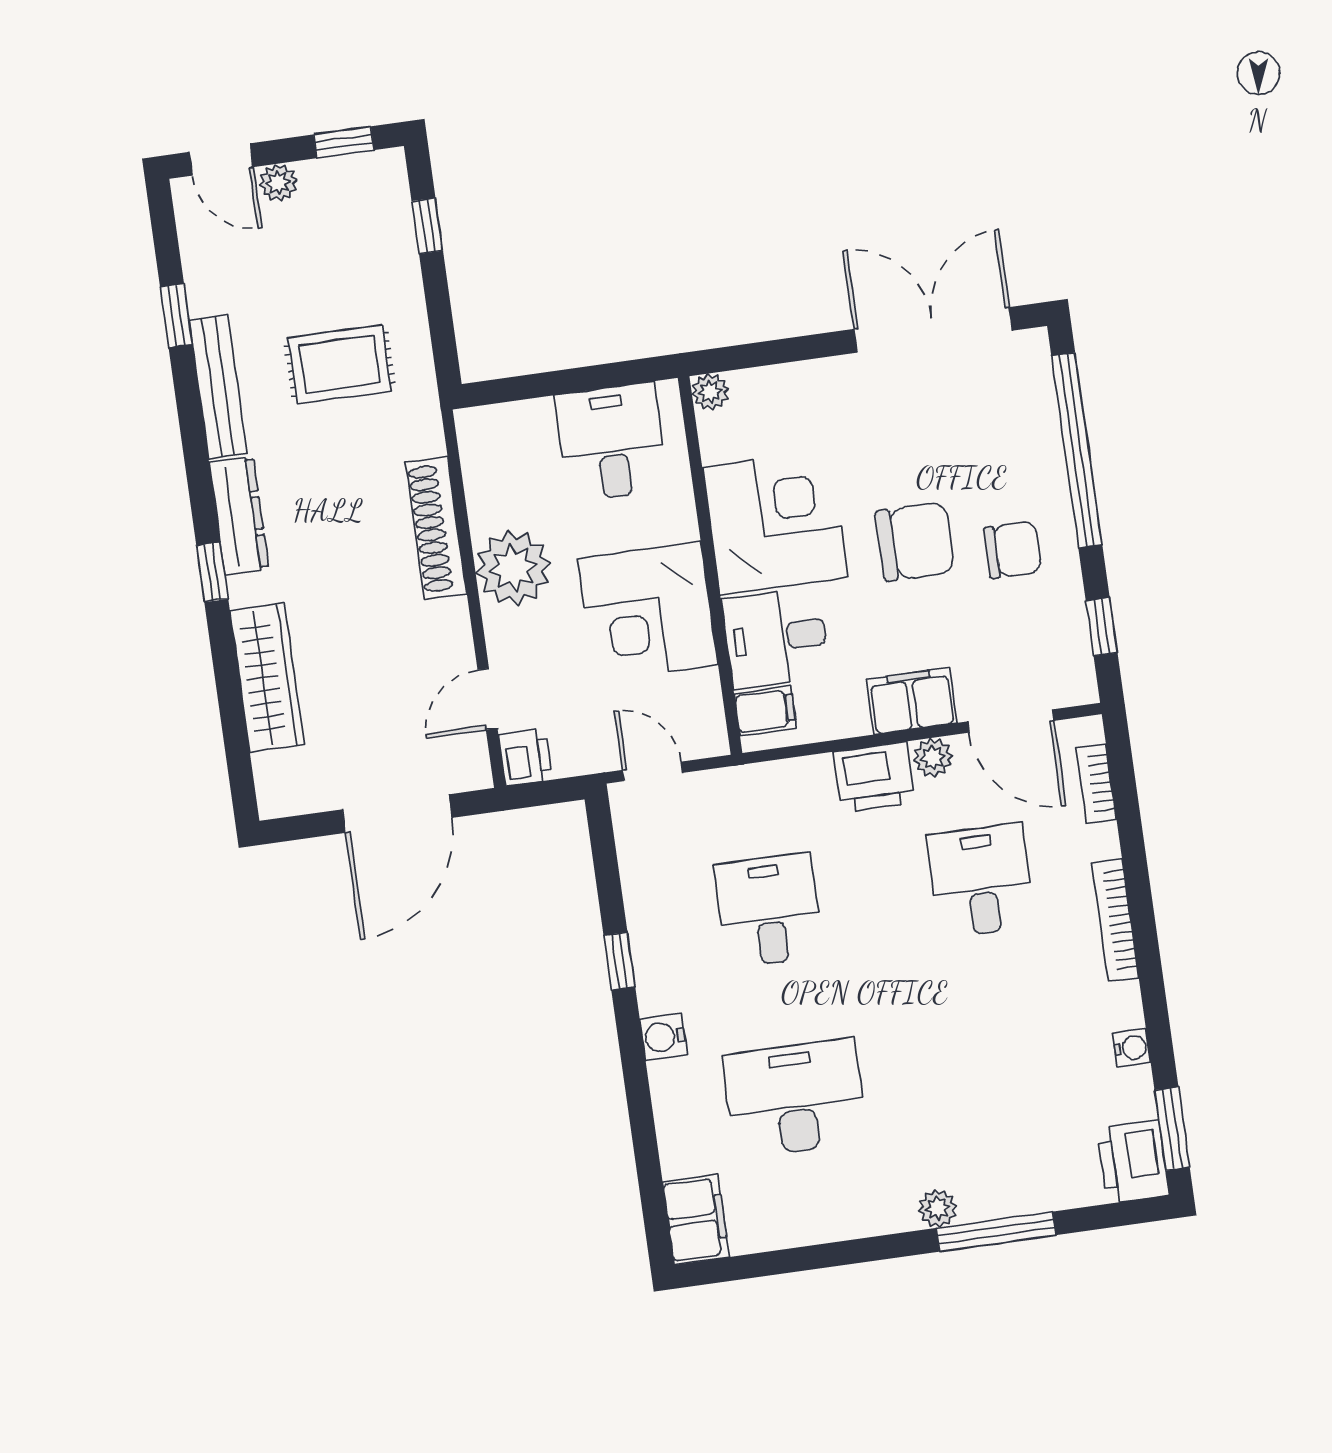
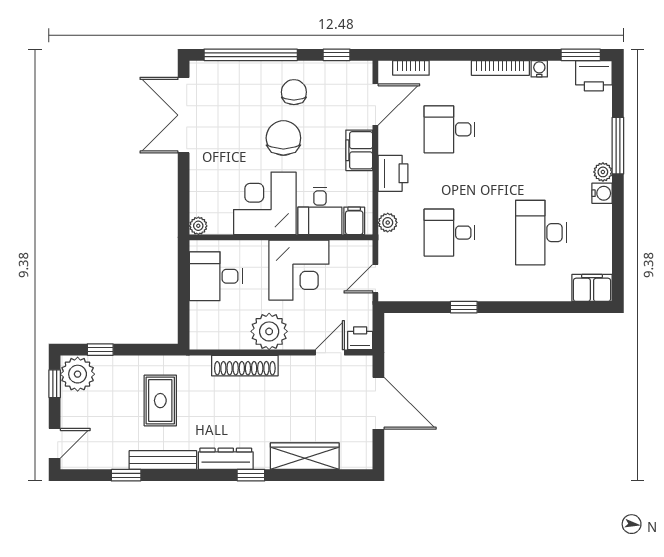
plant: (278, 183) -> (78, 374), moved, width x1.88, depth x1.88
door: (487, 699) -> (330, 353), swing flipped
plant: (933, 758) -> (388, 223), moved
bookcase: (1115, 920) -> (500, 68), moved
water cooler: (663, 1037) -> (602, 193), moved, turned -90

